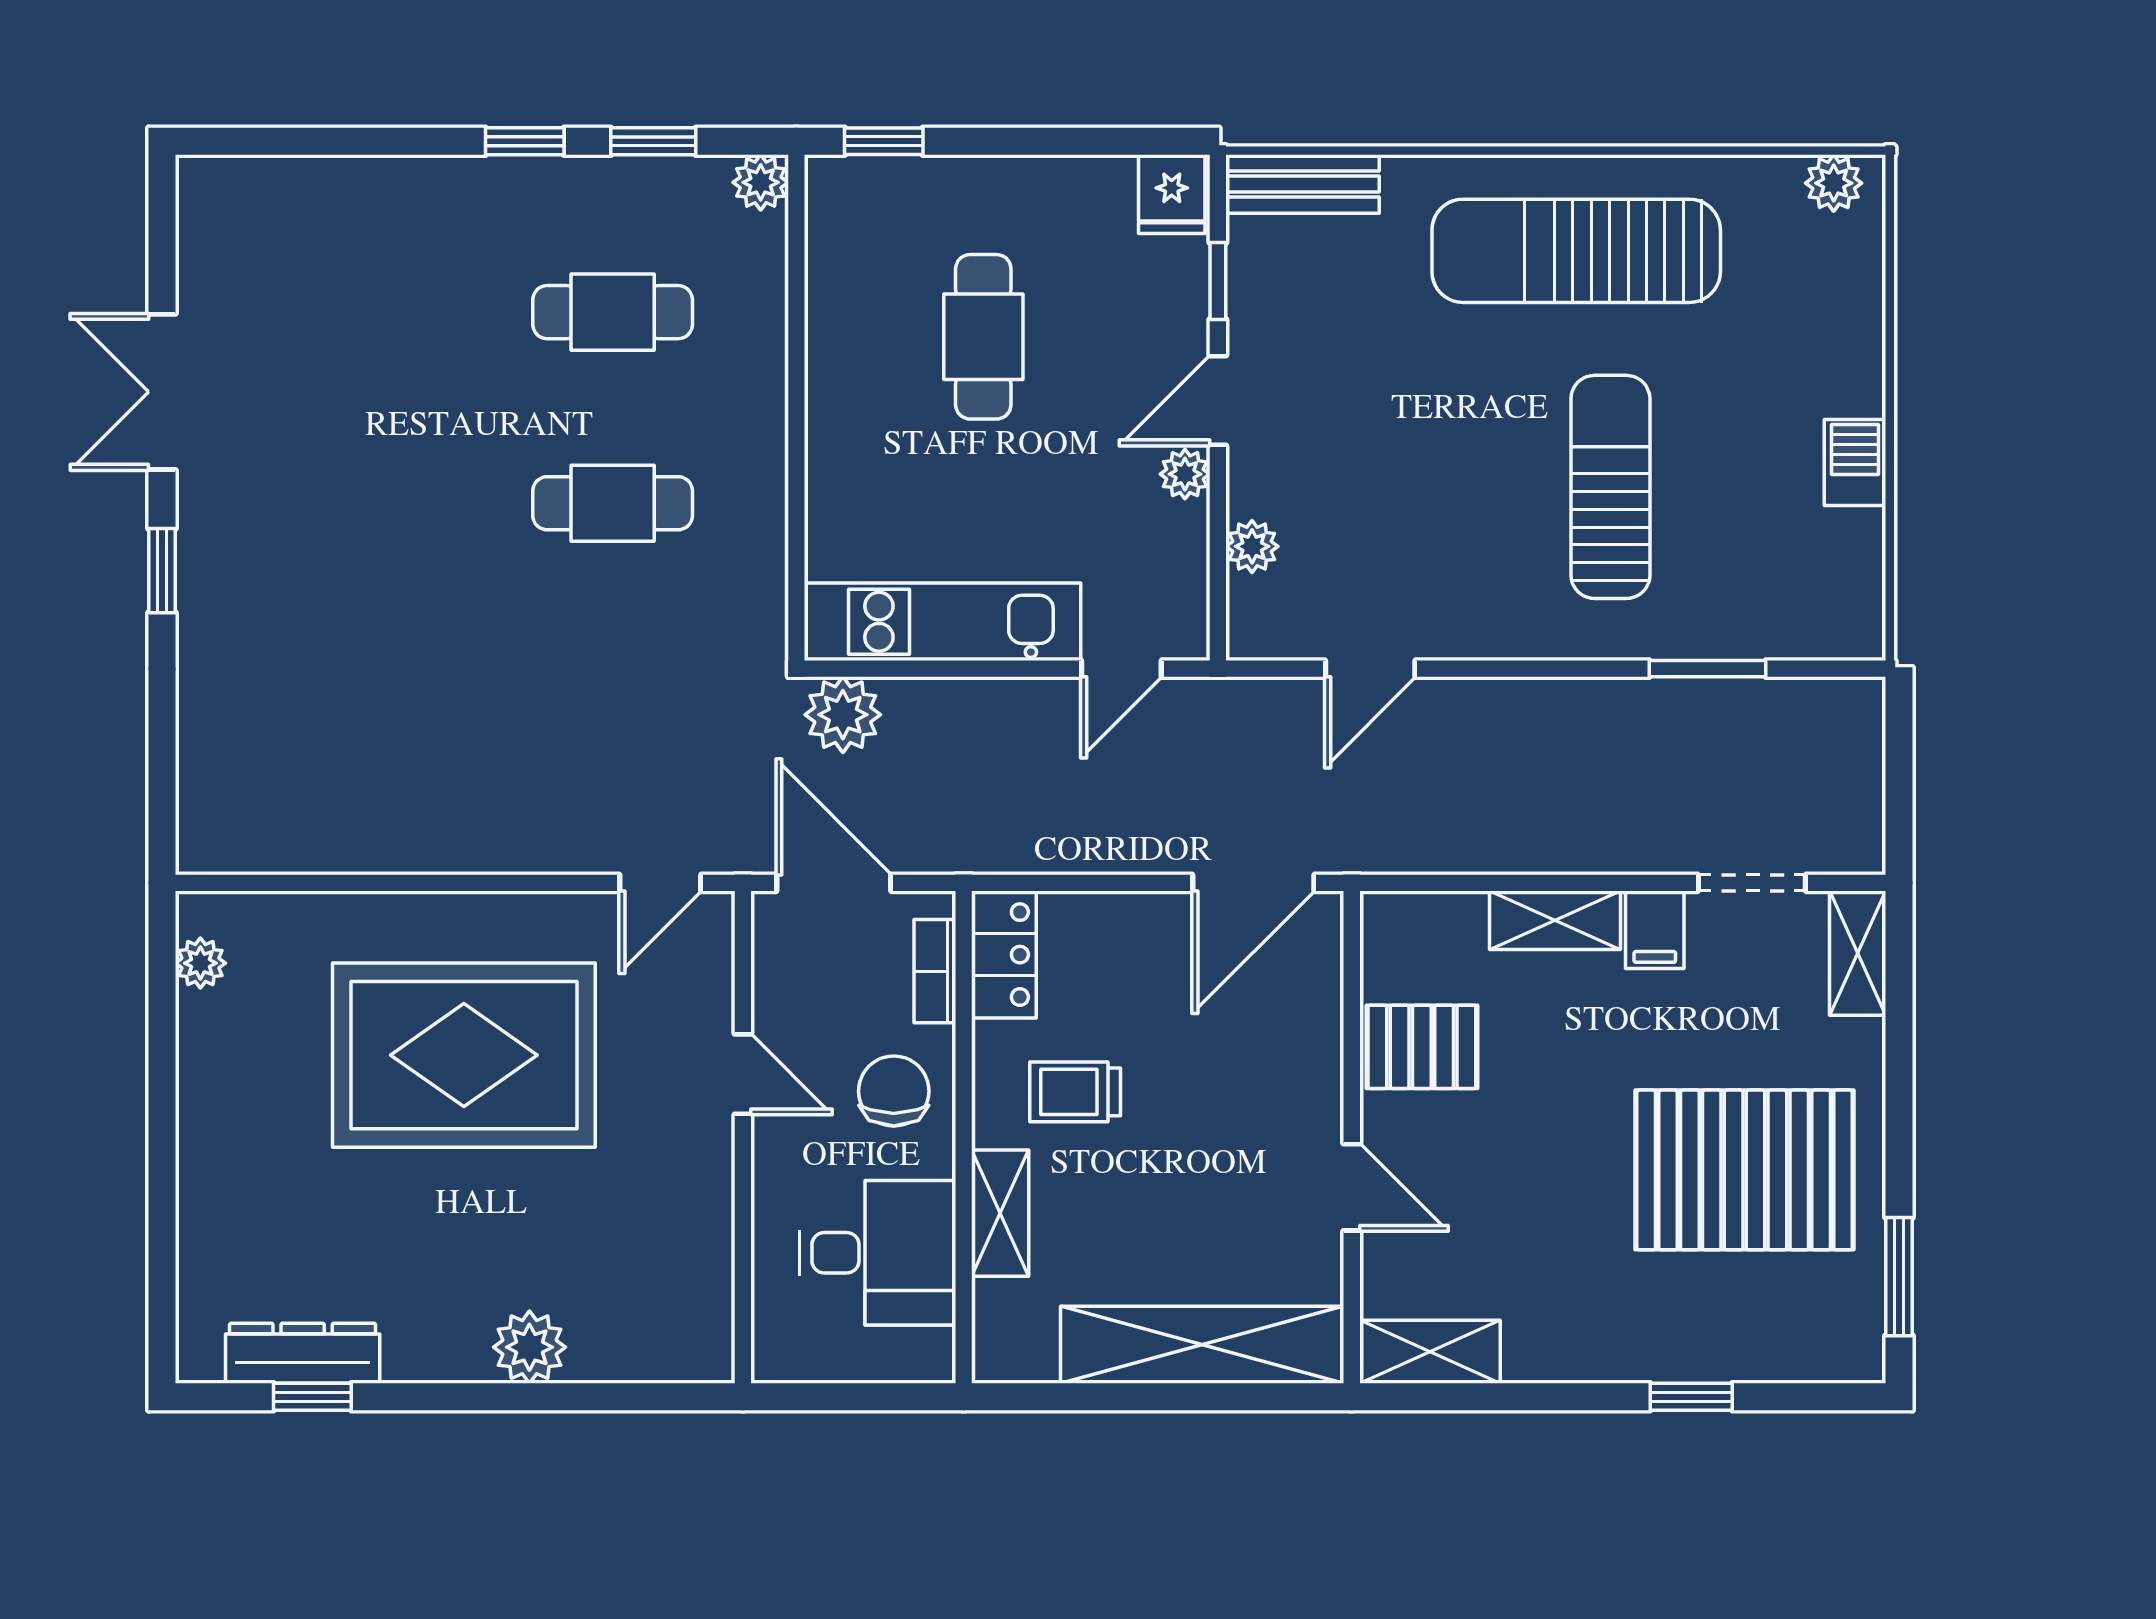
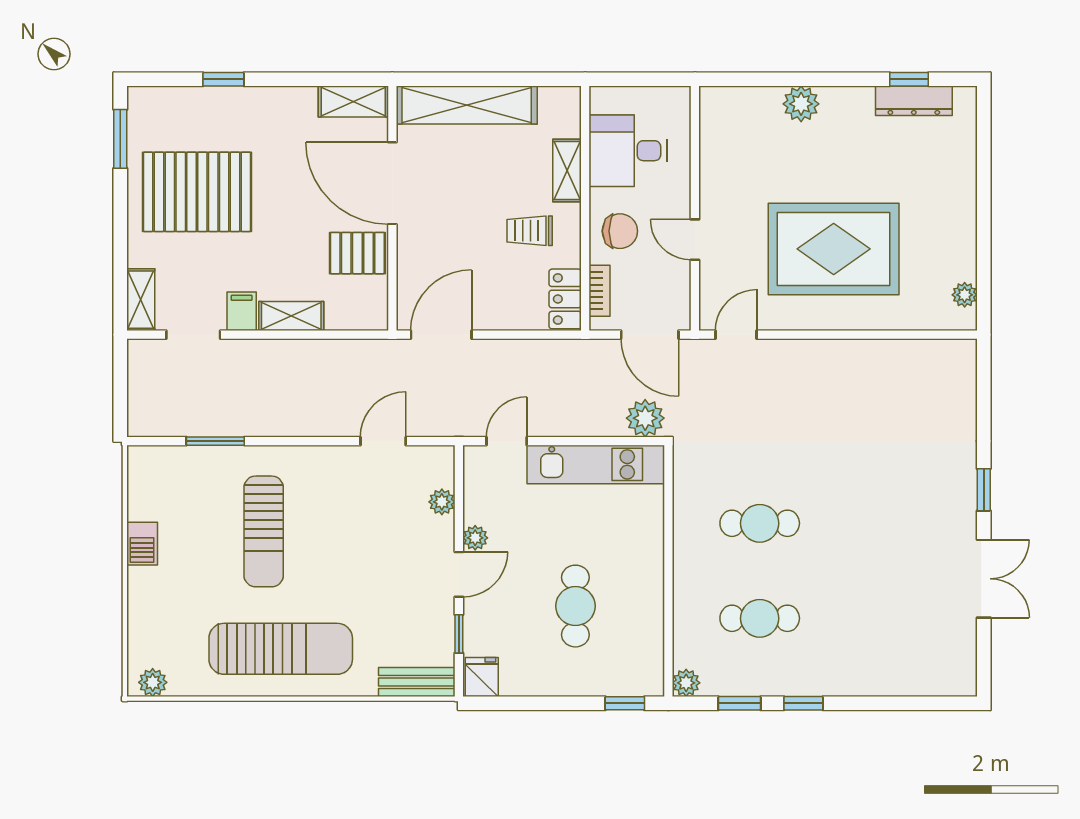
chair: (894, 1091) -> (620, 231), turned -90
trolley: (1075, 1092) -> (530, 231), turned 180
door: (1352, 1187) -> (392, 183), width x1.88

